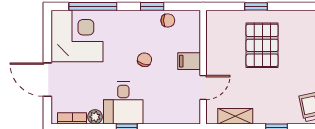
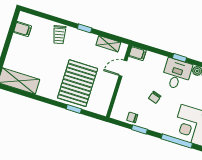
pallet: (262, 45) -> (78, 83), width x1.37, depth x1.41
filing cabinet: (189, 61) -> (137, 53), moved

